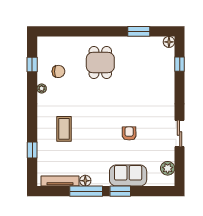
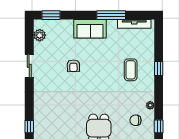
window: (32, 150) -> (159, 69), moved
sofa: (128, 176) -> (90, 29), moved
floor lamp: (85, 181) -> (112, 24), removed
window: (120, 191) -> (51, 15), moved

